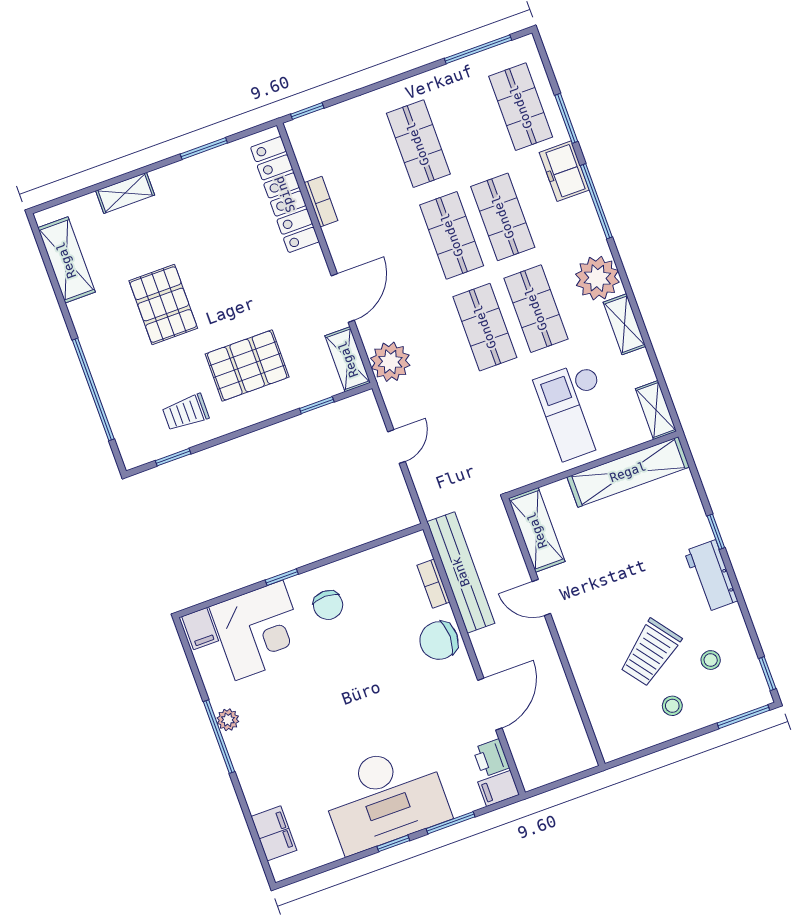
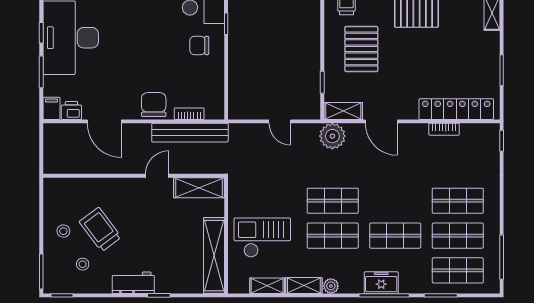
freezer: (564, 171) -> (381, 283), moved
shop shelf: (452, 235) -> (458, 236), moved
plant: (597, 278) -> (331, 286), width x0.53, depth x0.53
shelving: (656, 410) -> (267, 286), moved

